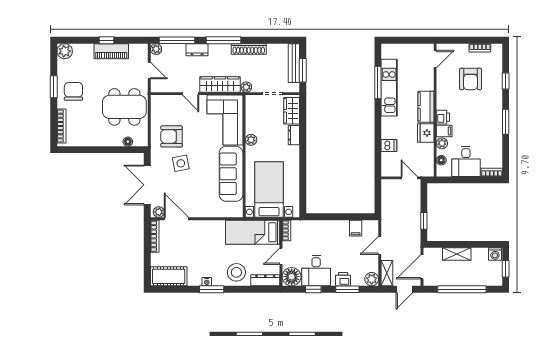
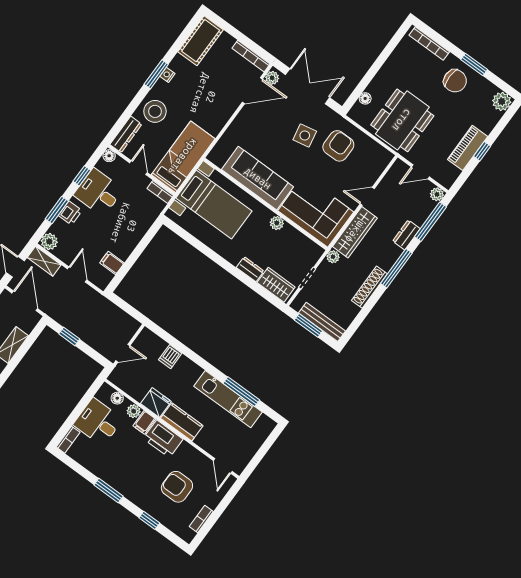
printer: (443, 117) -> (163, 439), width x1.87, depth x1.48
floor lamp: (292, 277) -> (109, 156), width x0.53, depth x0.53

